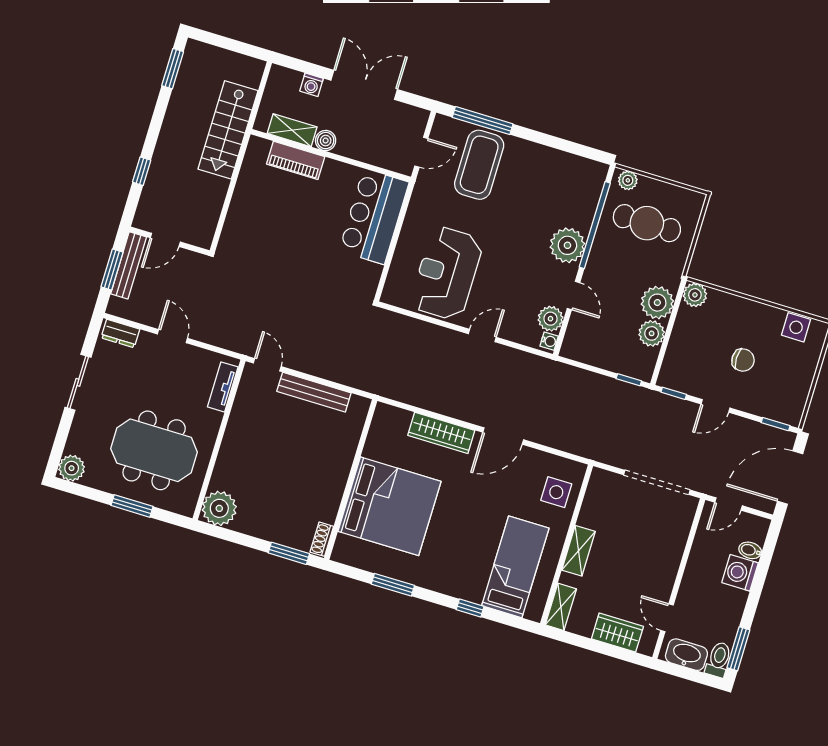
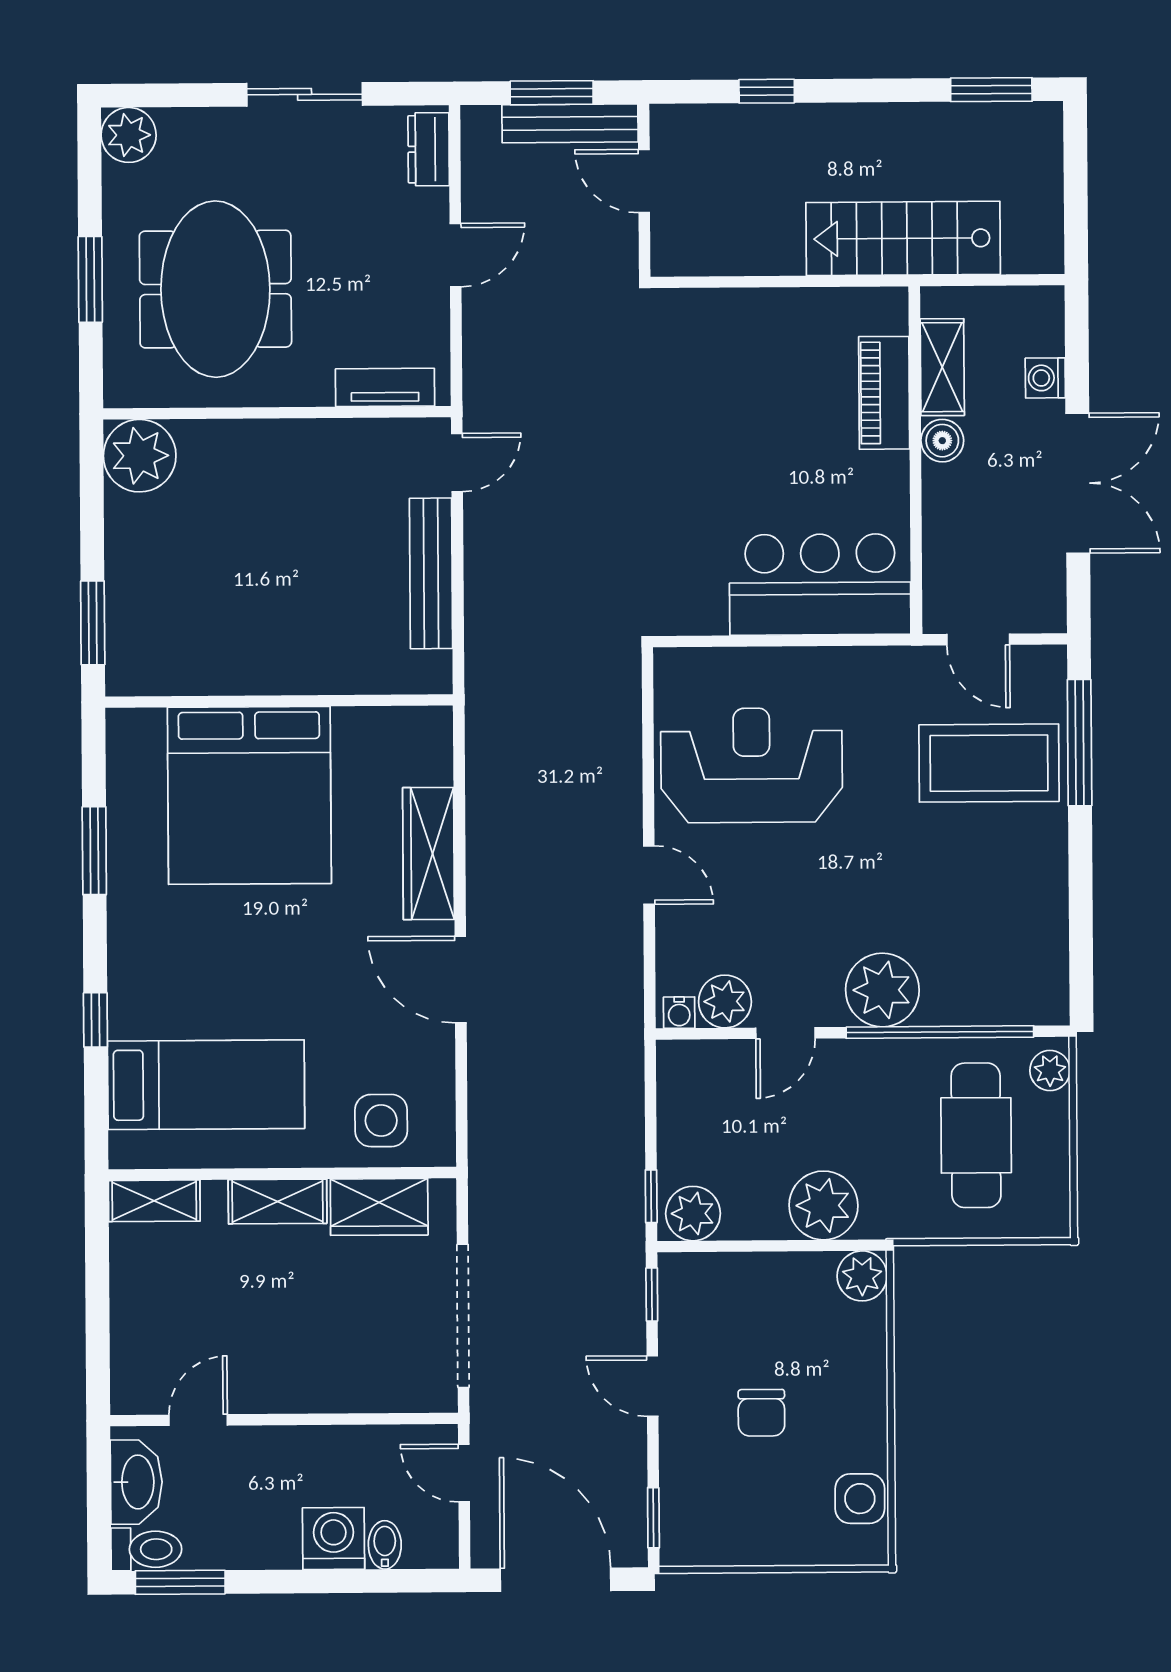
plant: (652, 333) -> (693, 1214), moved
shoe rack: (322, 539) -> (141, 680), removed
wardrobe: (617, 633) -> (379, 1207), moved, turned 90

